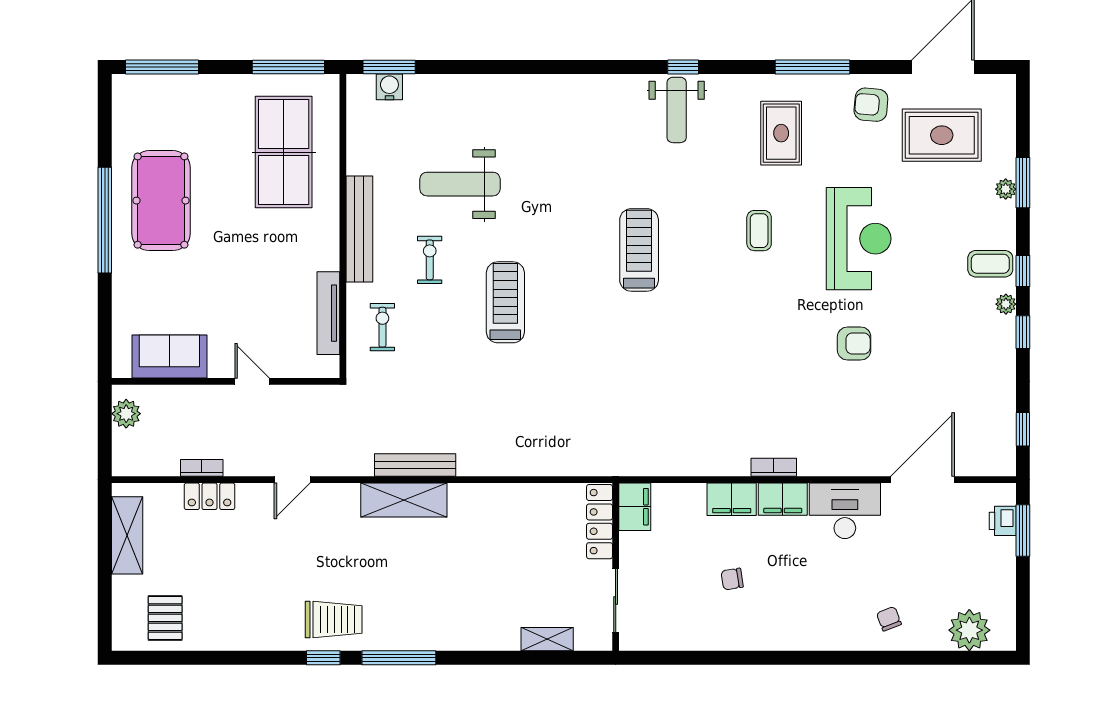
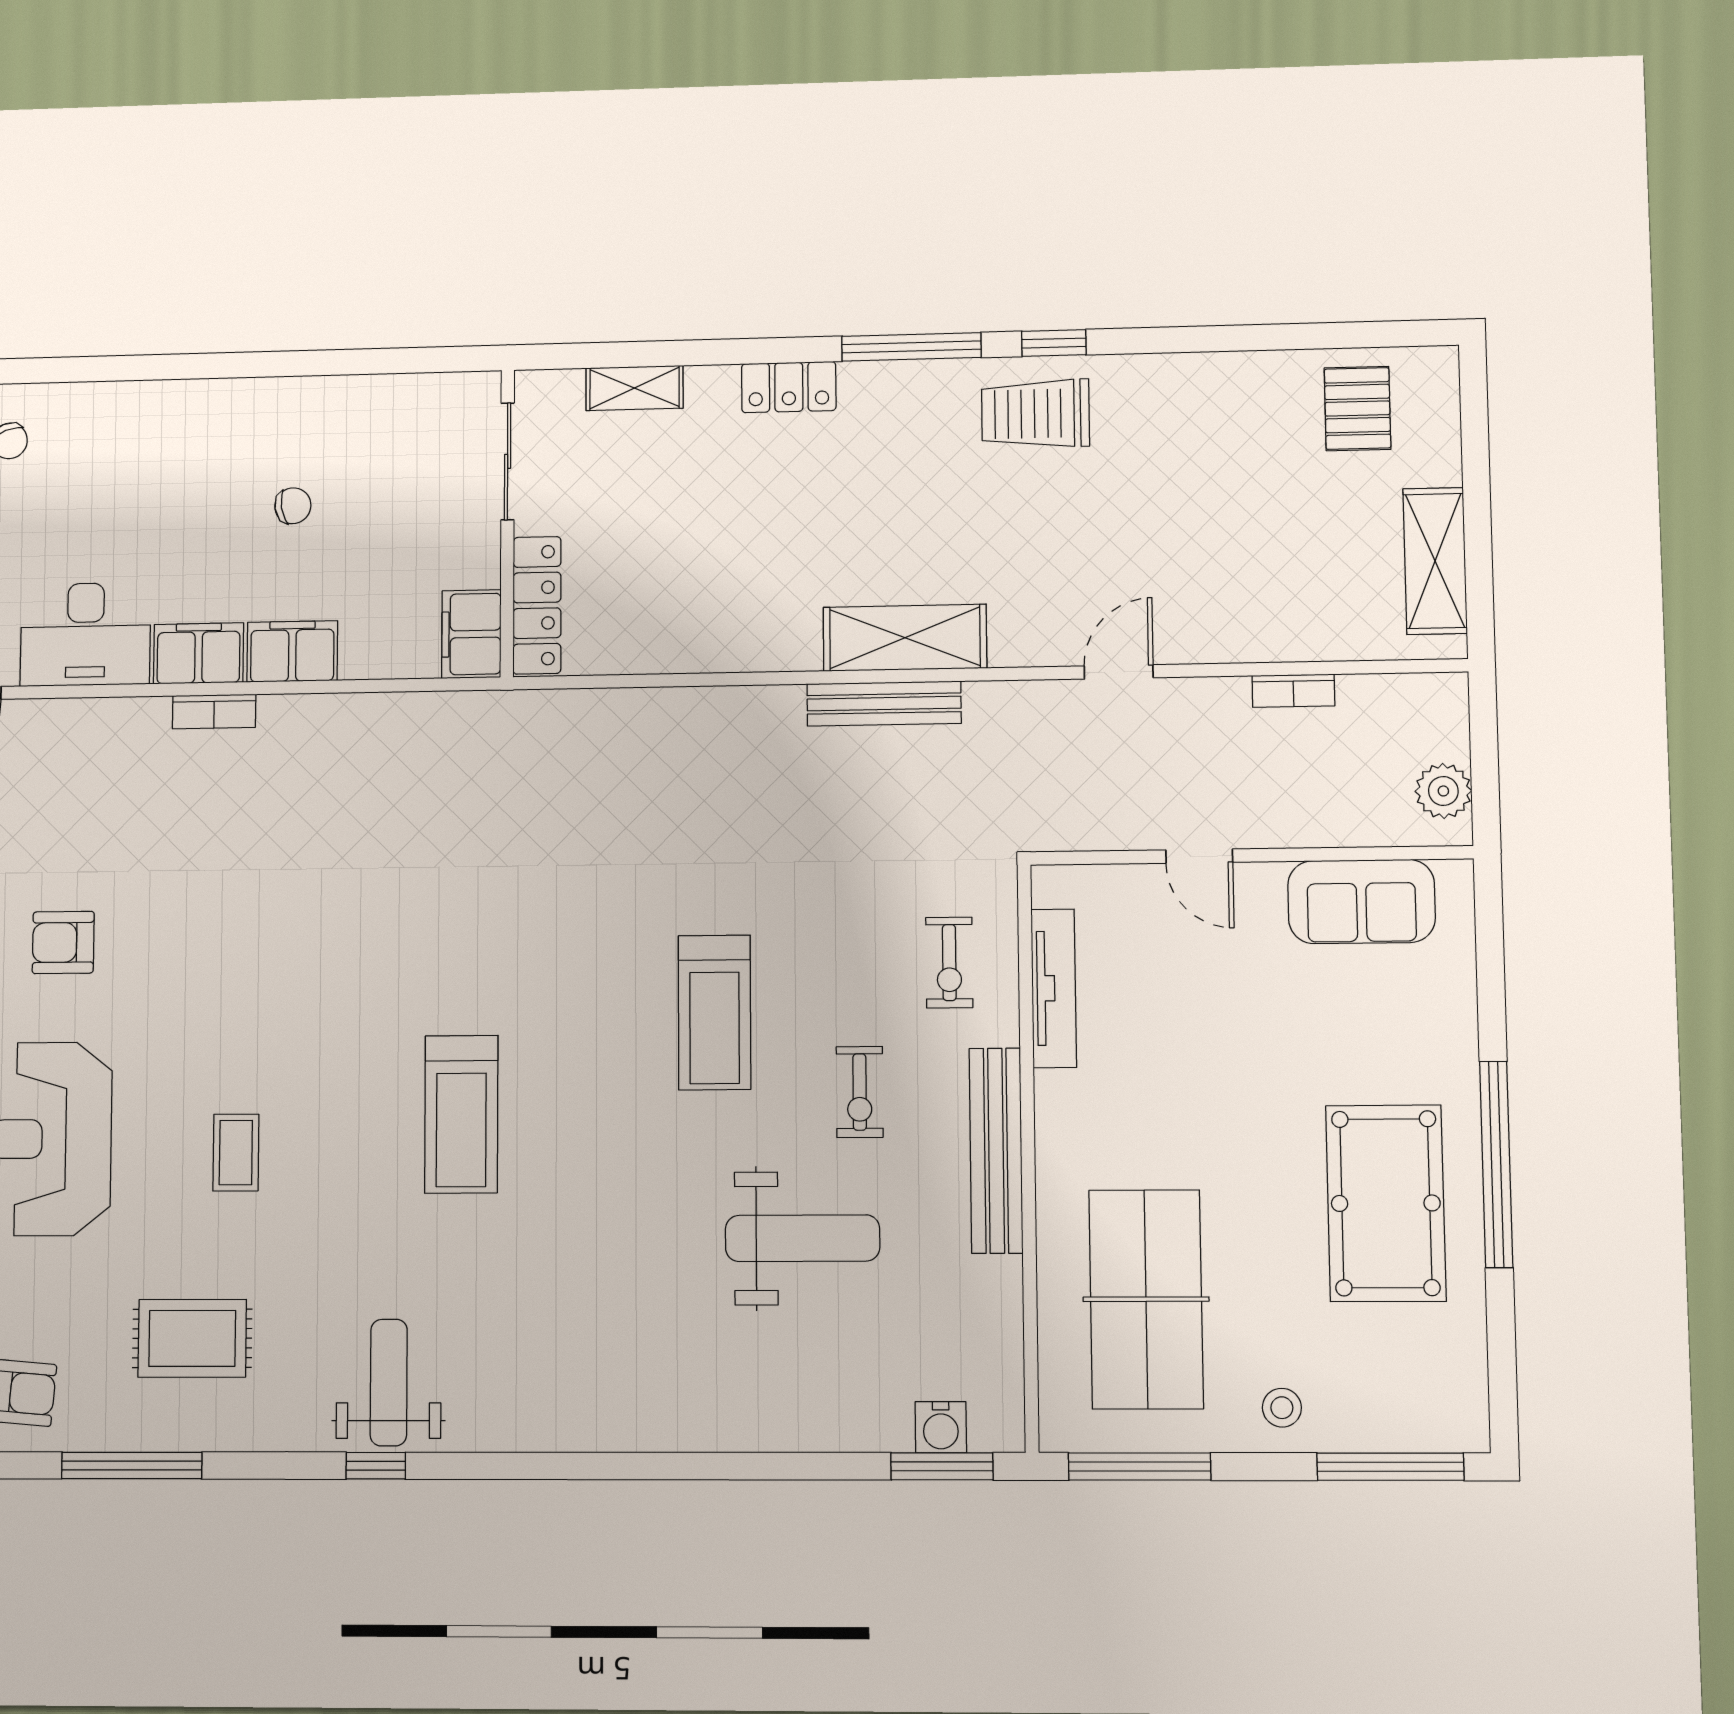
stool: (216, 97) -> (1282, 1408), added
rug: (781, 133) -> (192, 1338), turned 90
locker: (210, 496) -> (789, 387), moved, turned 180

